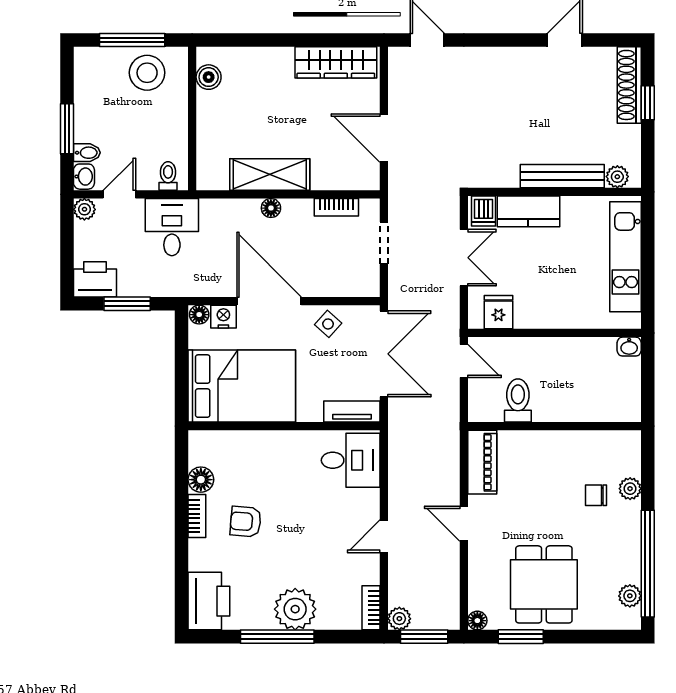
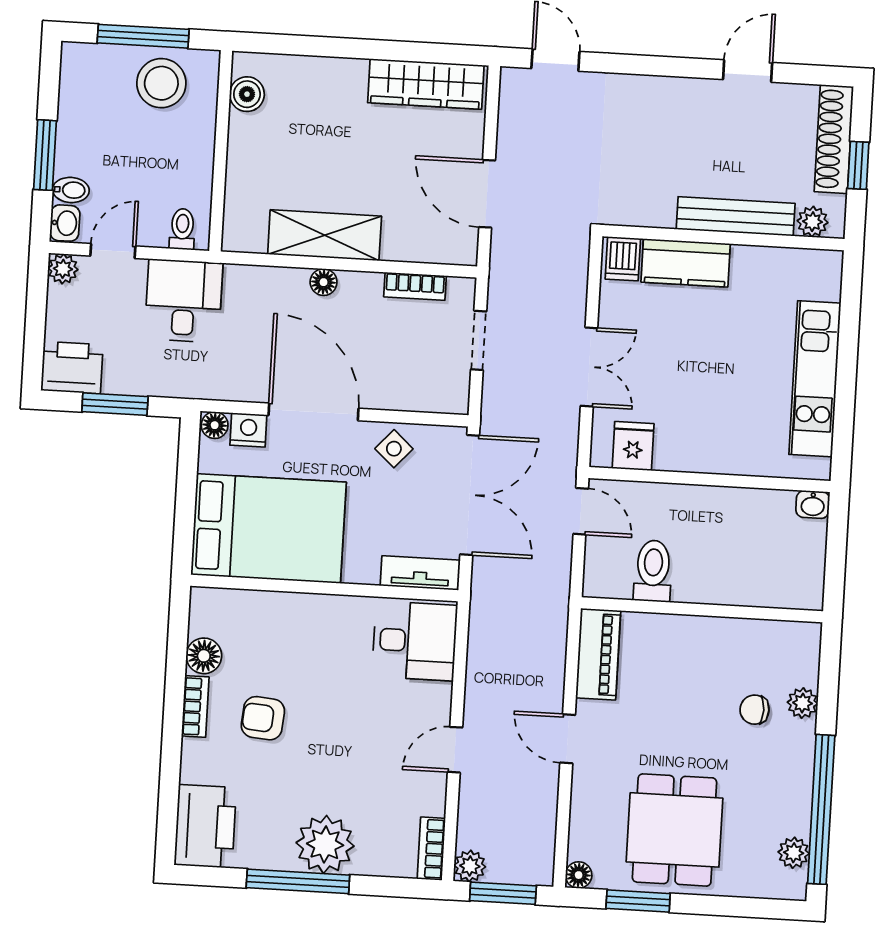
bench: (562, 176) -> (736, 216), moved
plant: (617, 177) -> (813, 222), moved
wall: (554, 192) -> (723, 238), moved
dishwasher: (484, 211) -> (623, 259), moved
kitchen counter: (528, 211) -> (686, 263), moved

